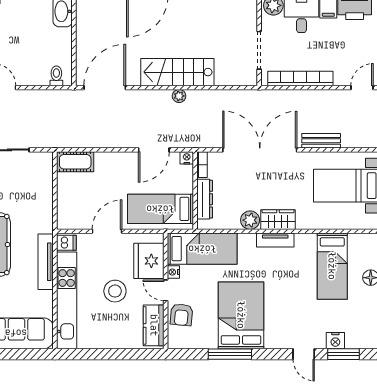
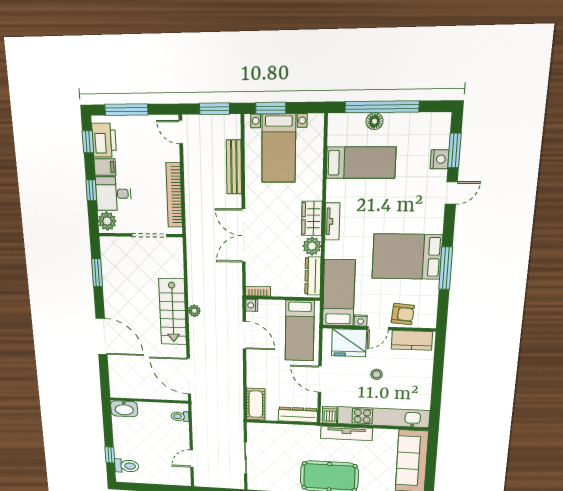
bench: (321, 141) -> (234, 167), width x1.36
double door: (260, 150) -> (244, 236), width x0.73
dresser: (205, 199) -> (313, 276), moved, turned -90
dresser: (65, 208) -> (298, 415), added
stool: (115, 291) -> (377, 374), width x0.53, depth x0.53

